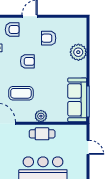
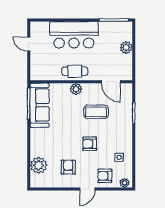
armchair: (49, 38) -> (68, 167), turned -90
plant: (78, 52) -> (39, 165), moved
door: (88, 147) -> (29, 44), moved

